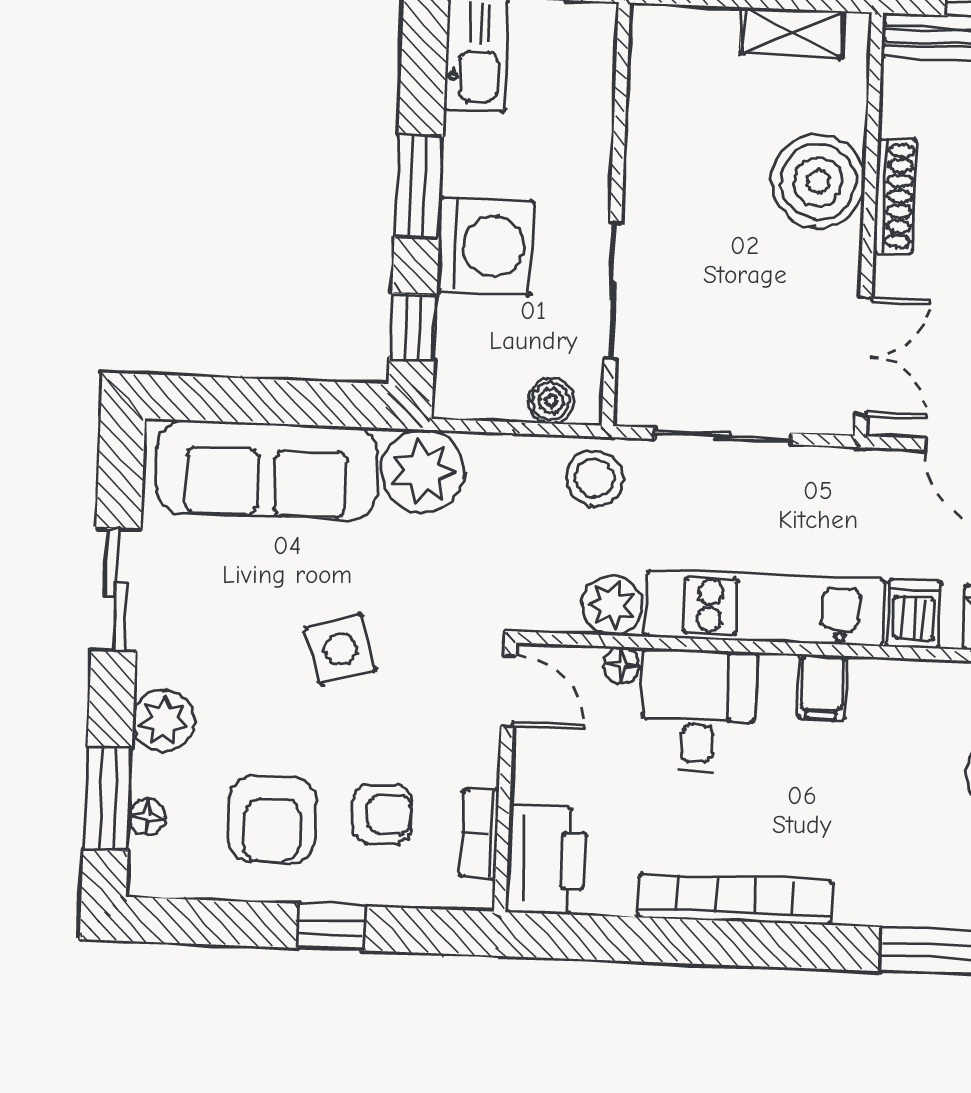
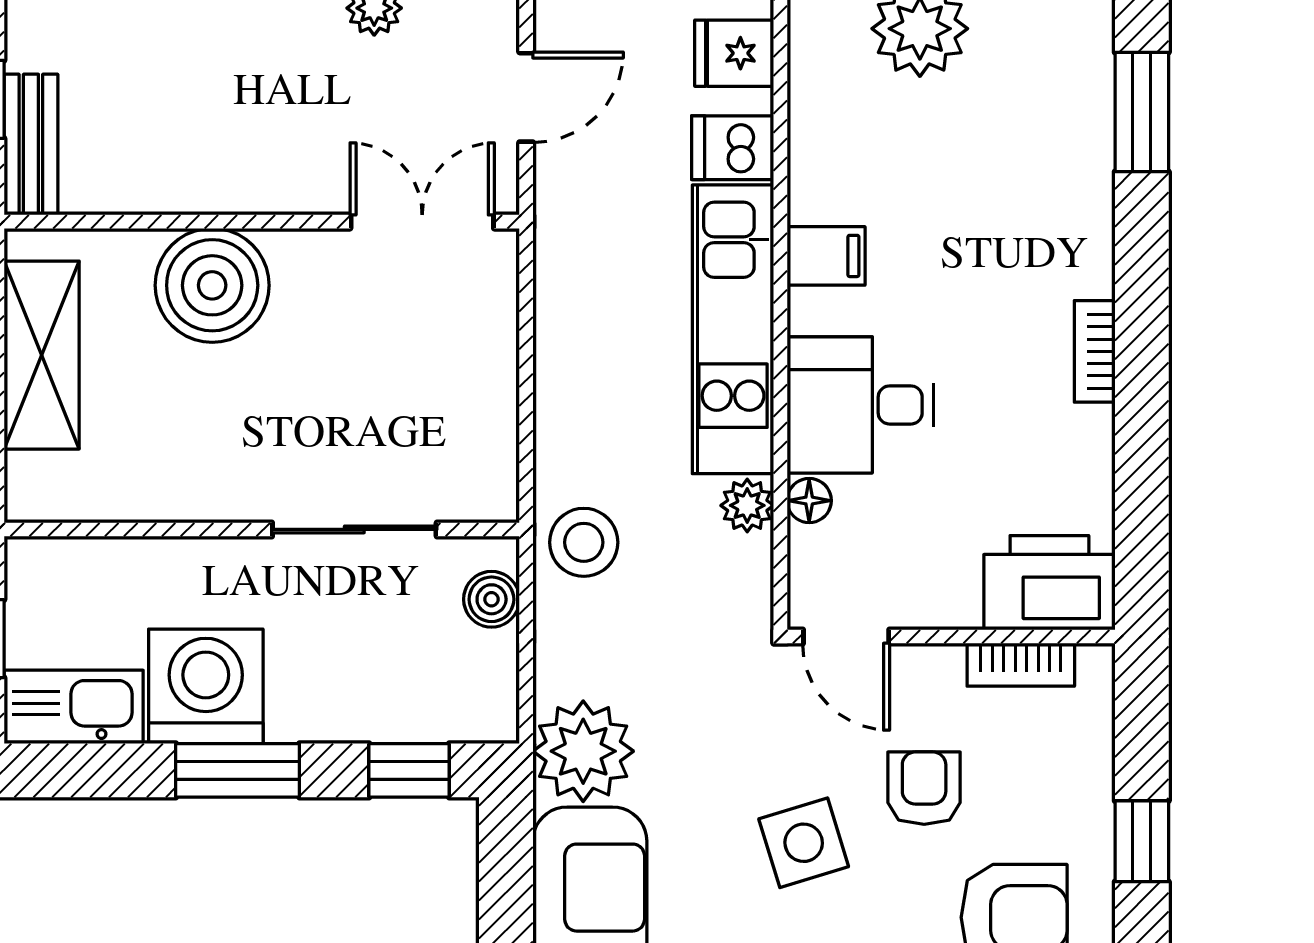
shelving: (793, 32) -> (42, 355), width x1.50, depth x1.33
shoe rack: (895, 196) -> (226, 191), removed
washing machine: (485, 246) -> (206, 686), moved
sliding door: (723, 436) -> (526, 389), removed
plant: (612, 605) -> (747, 505), width x0.73, depth x0.73
door: (509, 691) -> (846, 637), swing flipped
armchair: (382, 814) -> (924, 788), moved
bookcase: (735, 899) -> (1095, 351), width x0.43, depth x0.76

